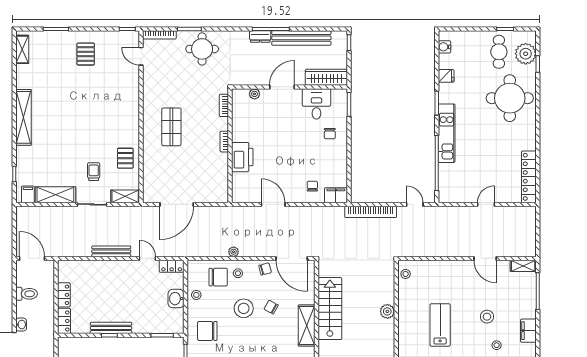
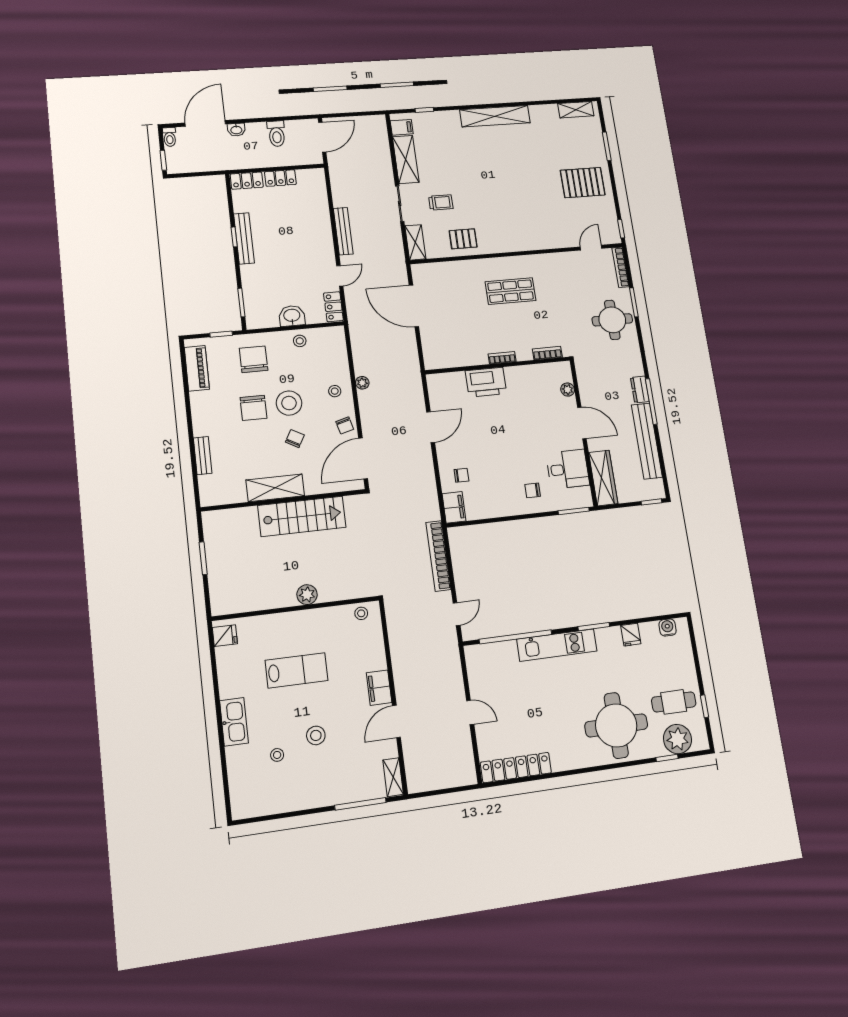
pallet: (86, 54) -> (583, 183), width x1.50, depth x1.42
chair: (218, 277) -> (253, 408), moved
filing cabinet: (528, 331) -> (379, 688), moved, turned -90

